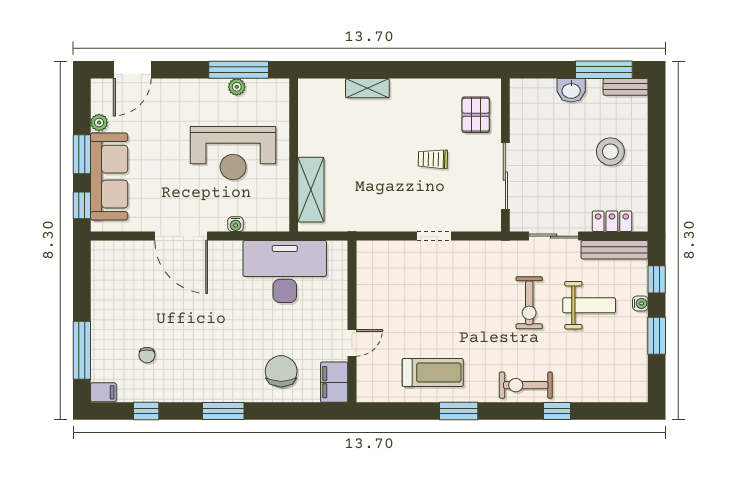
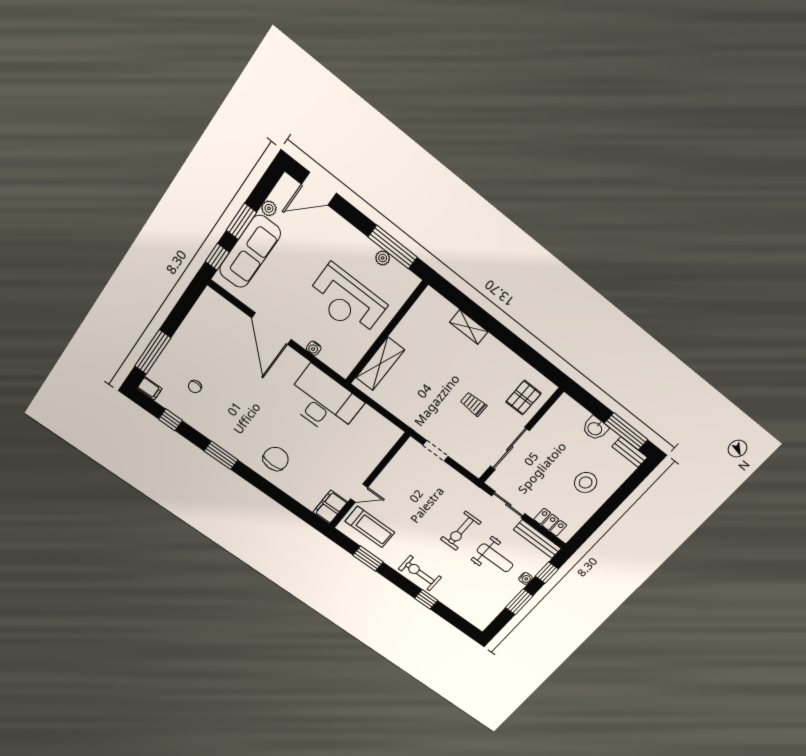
wall: (352, 321) -> (369, 481), moved
door: (352, 343) -> (359, 493), moved
filing cabinet: (334, 382) -> (330, 507), moved

